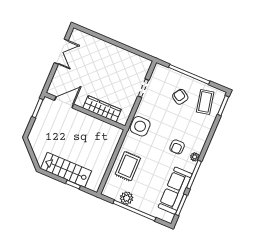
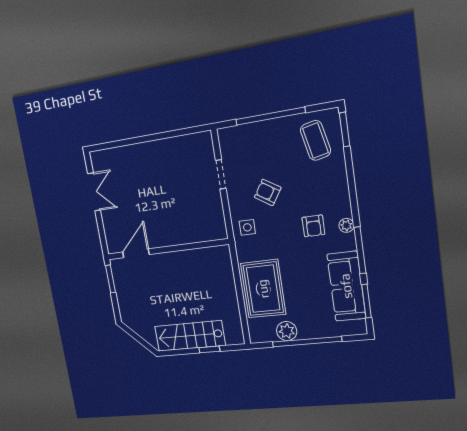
armchair: (180, 97) -> (268, 192), moved
wardrobe: (102, 109) -> (186, 234), removed
side table: (140, 126) -> (247, 227), width x0.54, depth x0.54
rug: (128, 166) -> (263, 289), width x1.36, depth x1.43

